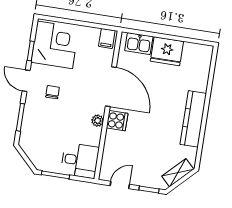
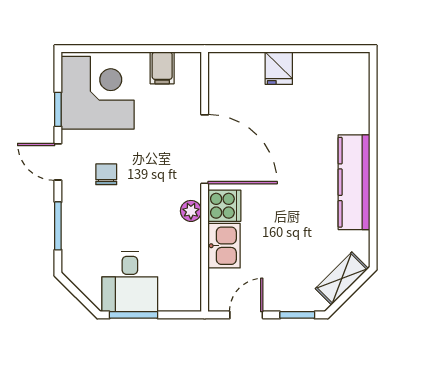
filing cabinet: (107, 38) -> (162, 68), moved
kitchen sink: (139, 44) -> (224, 246), moved, turned -90
fridge: (167, 51) -> (279, 68), width x0.53, depth x0.75
desk: (80, 160) -> (130, 282), moved, turned 90

